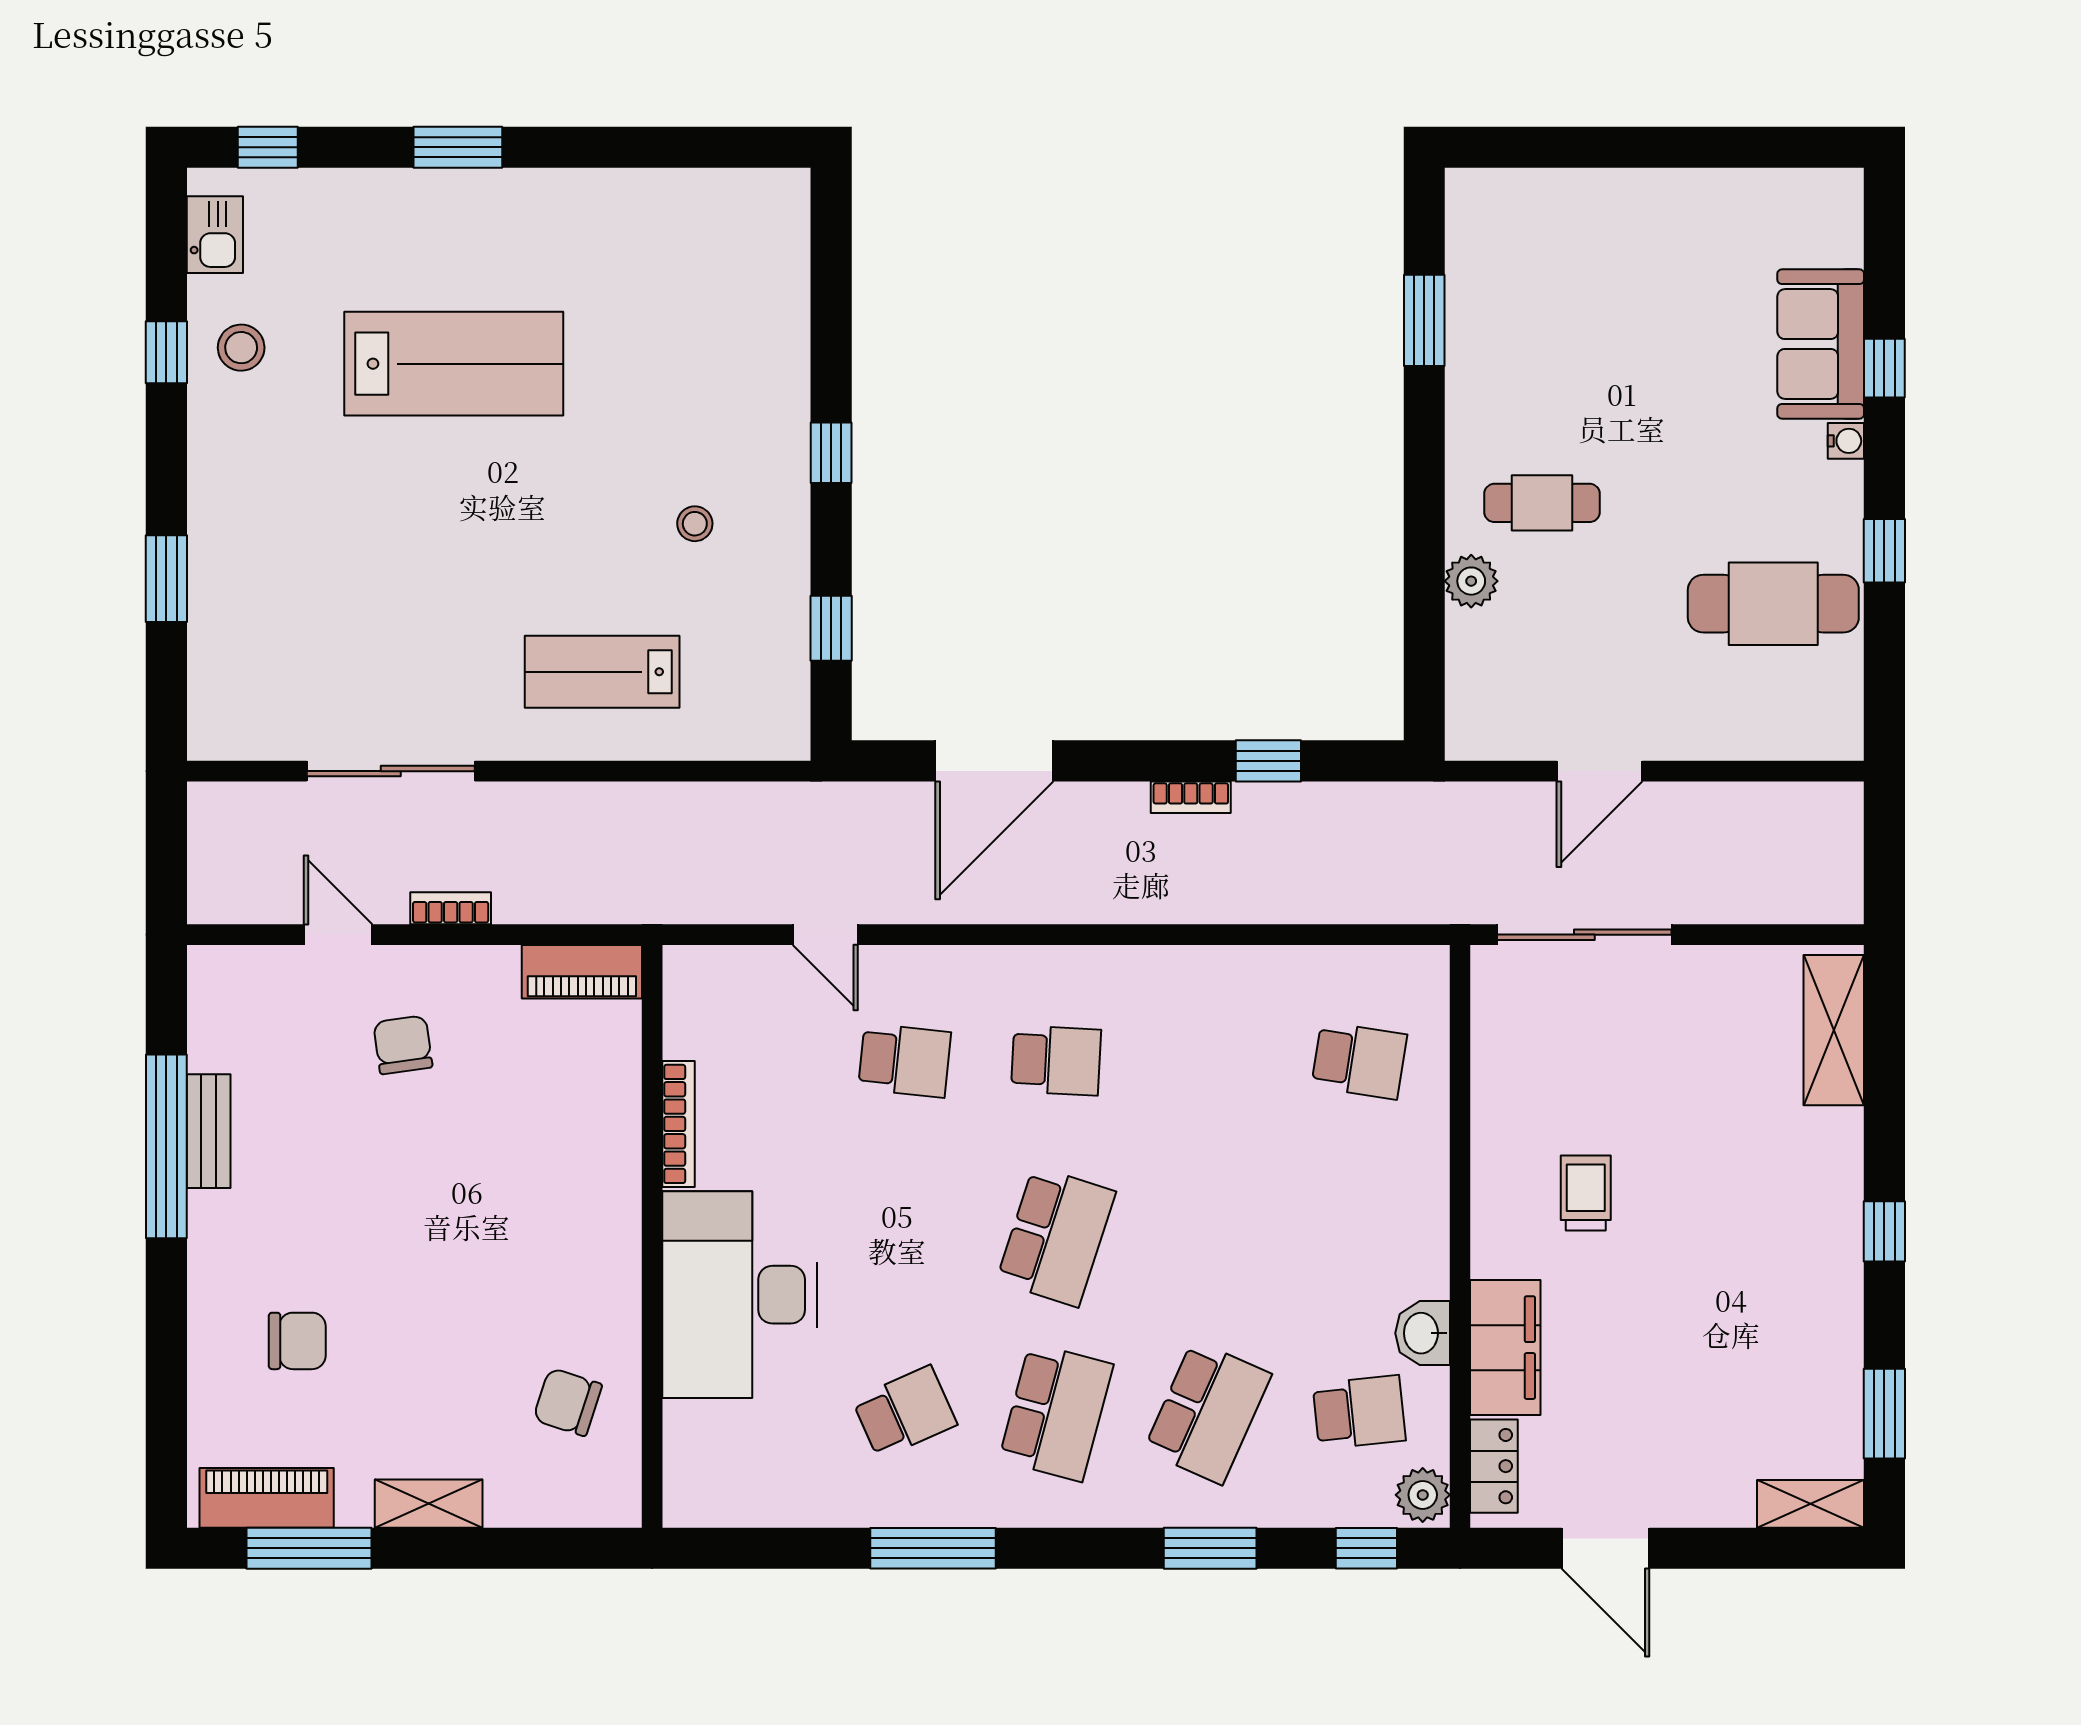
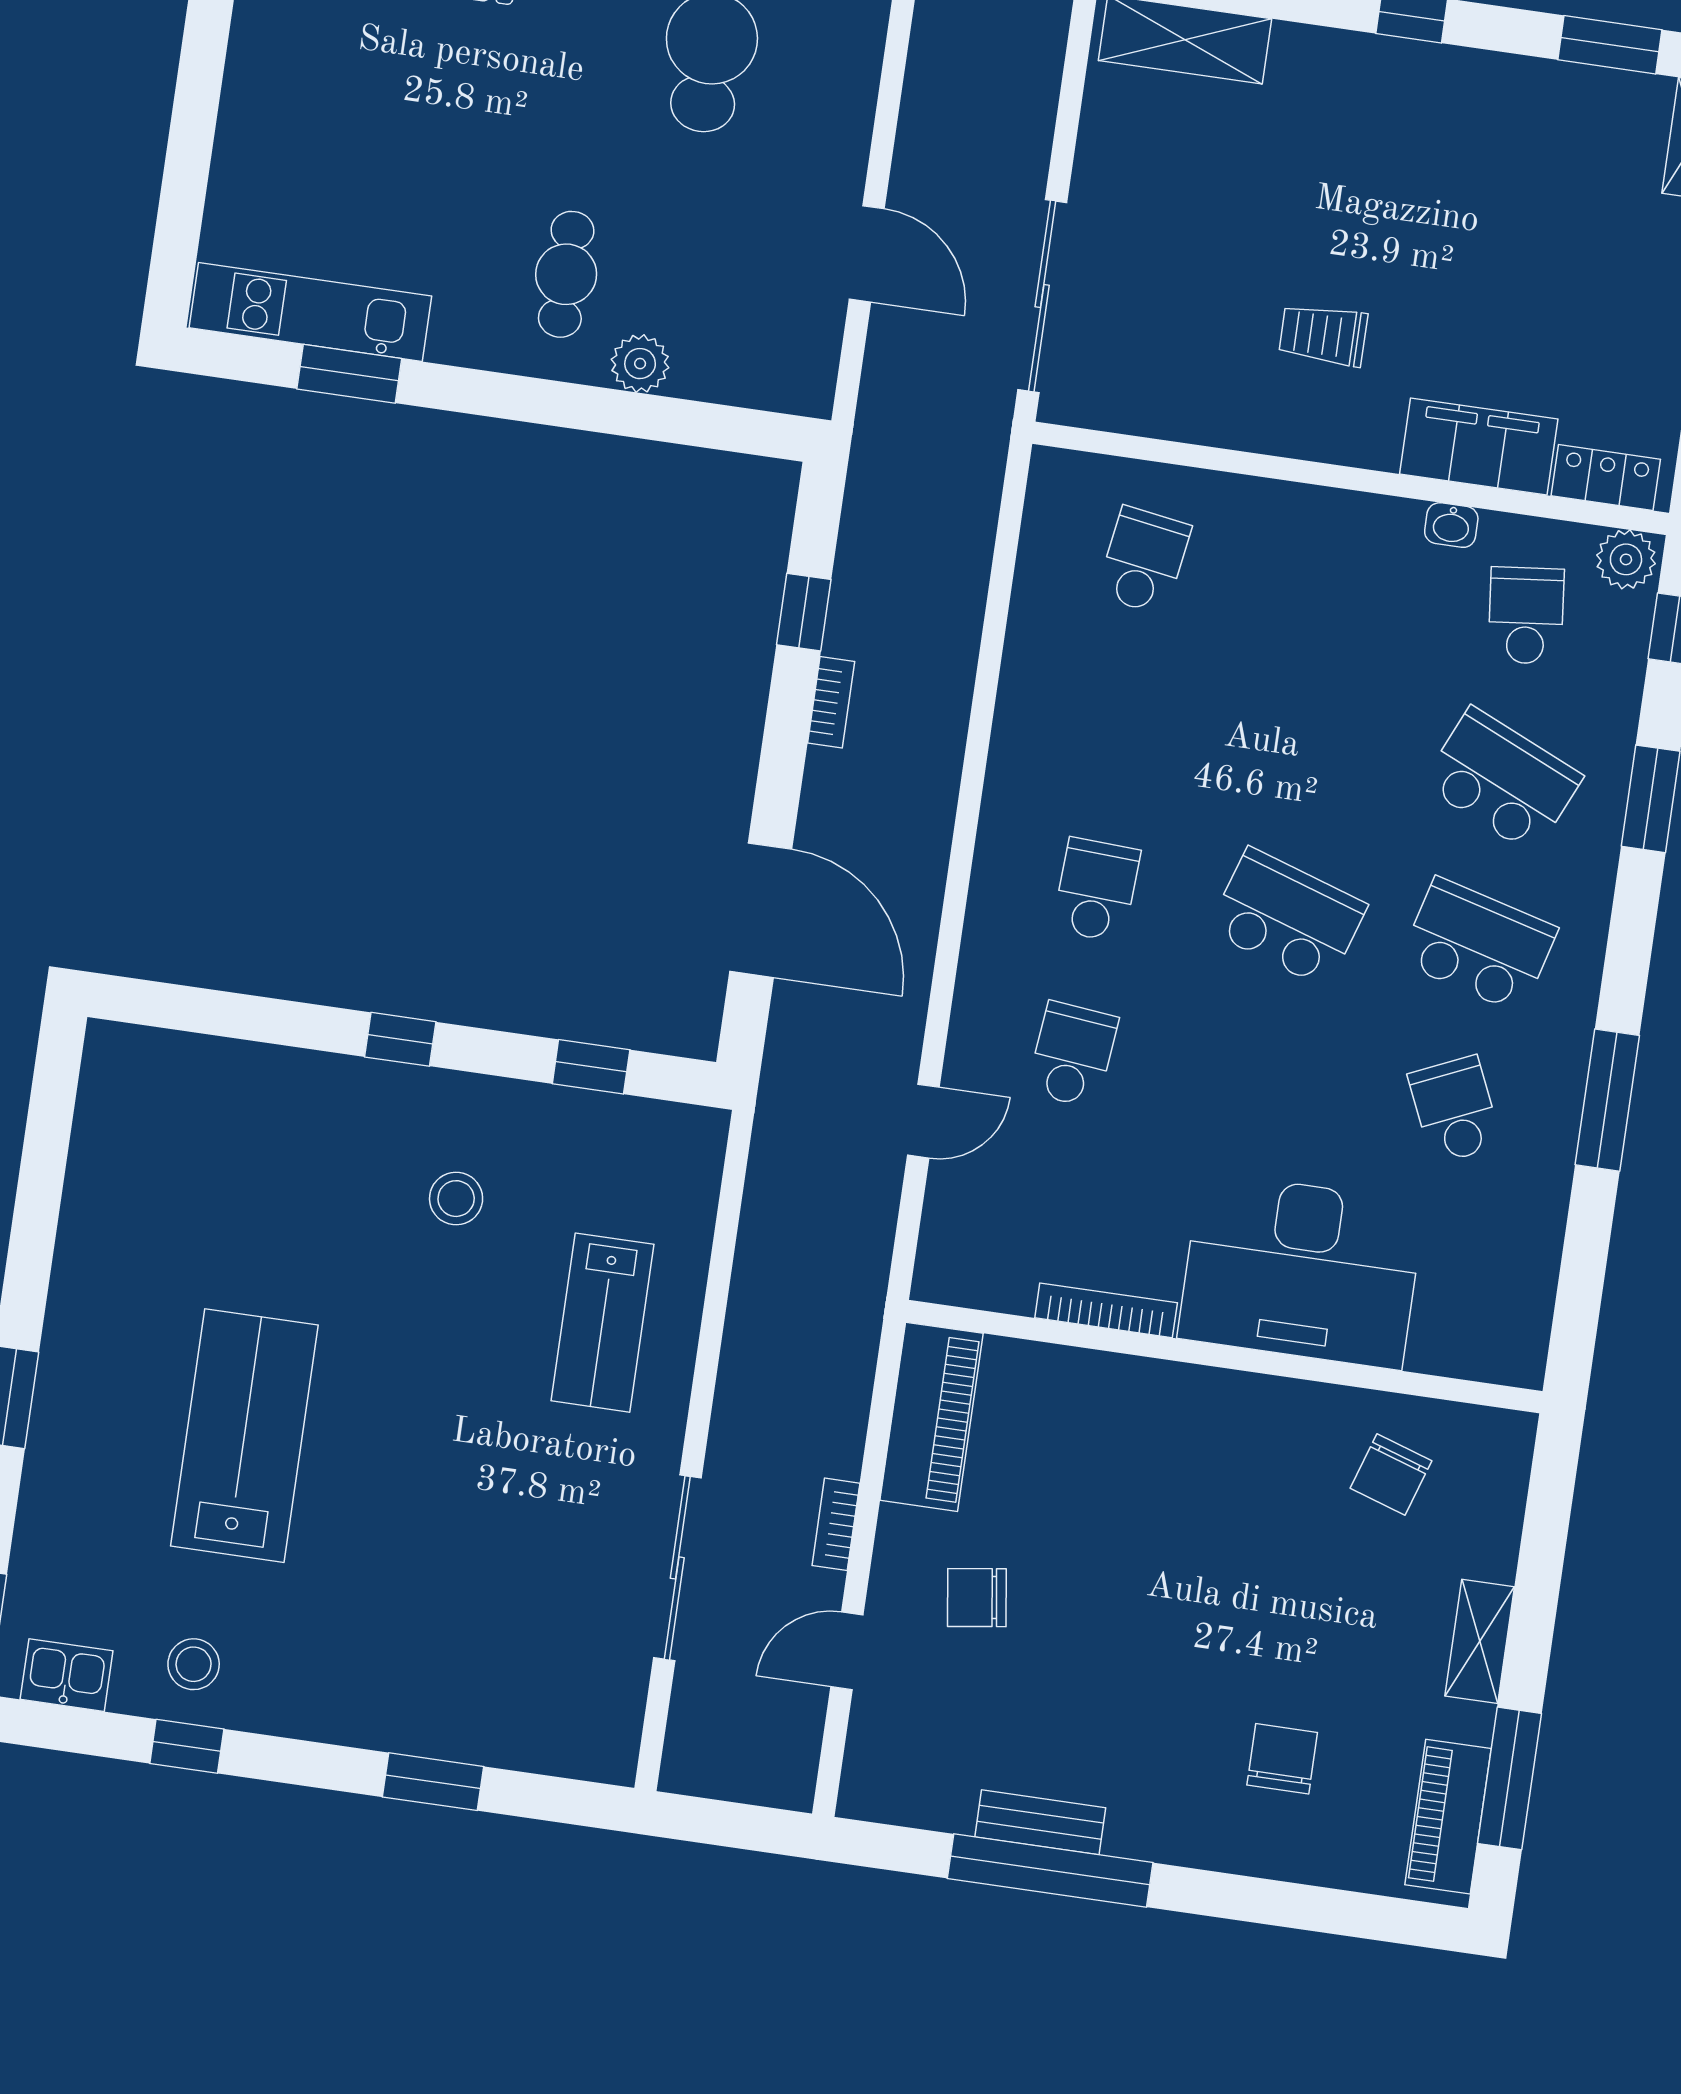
kitchen unit: (1475, 277) -> (310, 312), added
stool: (695, 524) -> (456, 1199), width x1.37, depth x1.37
piano: (582, 972) -> (932, 1417), width x1.37, depth x1.33
washbasin: (1423, 1333) -> (1451, 525), width x0.72, depth x0.69

